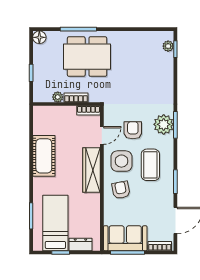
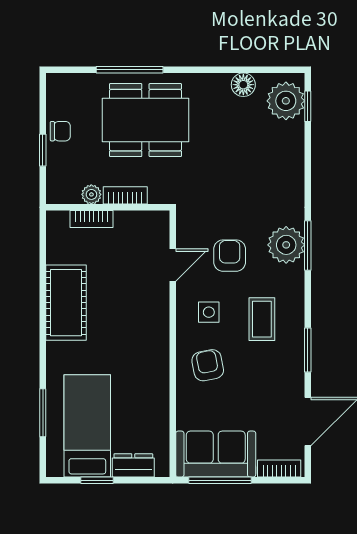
floor lamp: (39, 37) -> (243, 85), moved
plant: (168, 46) -> (286, 101), width x1.87, depth x1.87
chair: (41, 63) -> (60, 131), added
bookcase: (89, 110) -> (92, 219), moved
side table: (121, 161) -> (209, 312), width x0.54, depth x0.54
coffee table: (150, 165) -> (262, 319), width x0.73, depth x0.77
wardrobe: (92, 170) -> (154, 329), removed

